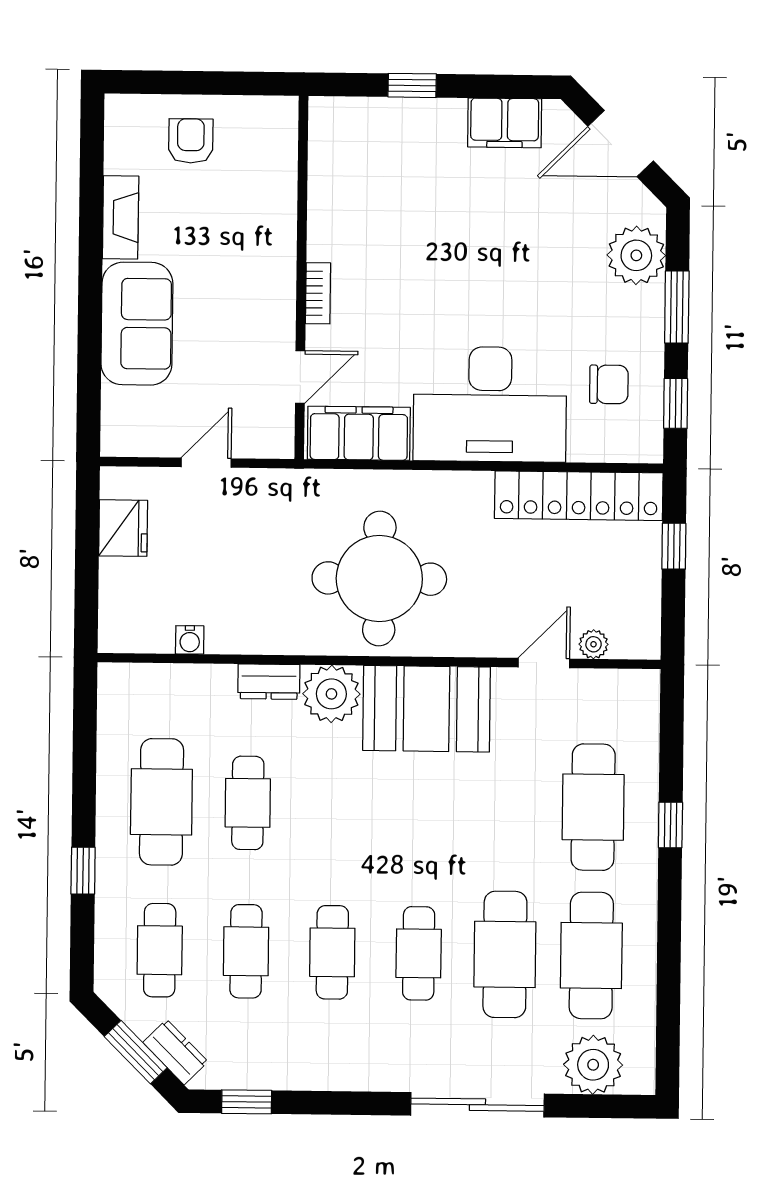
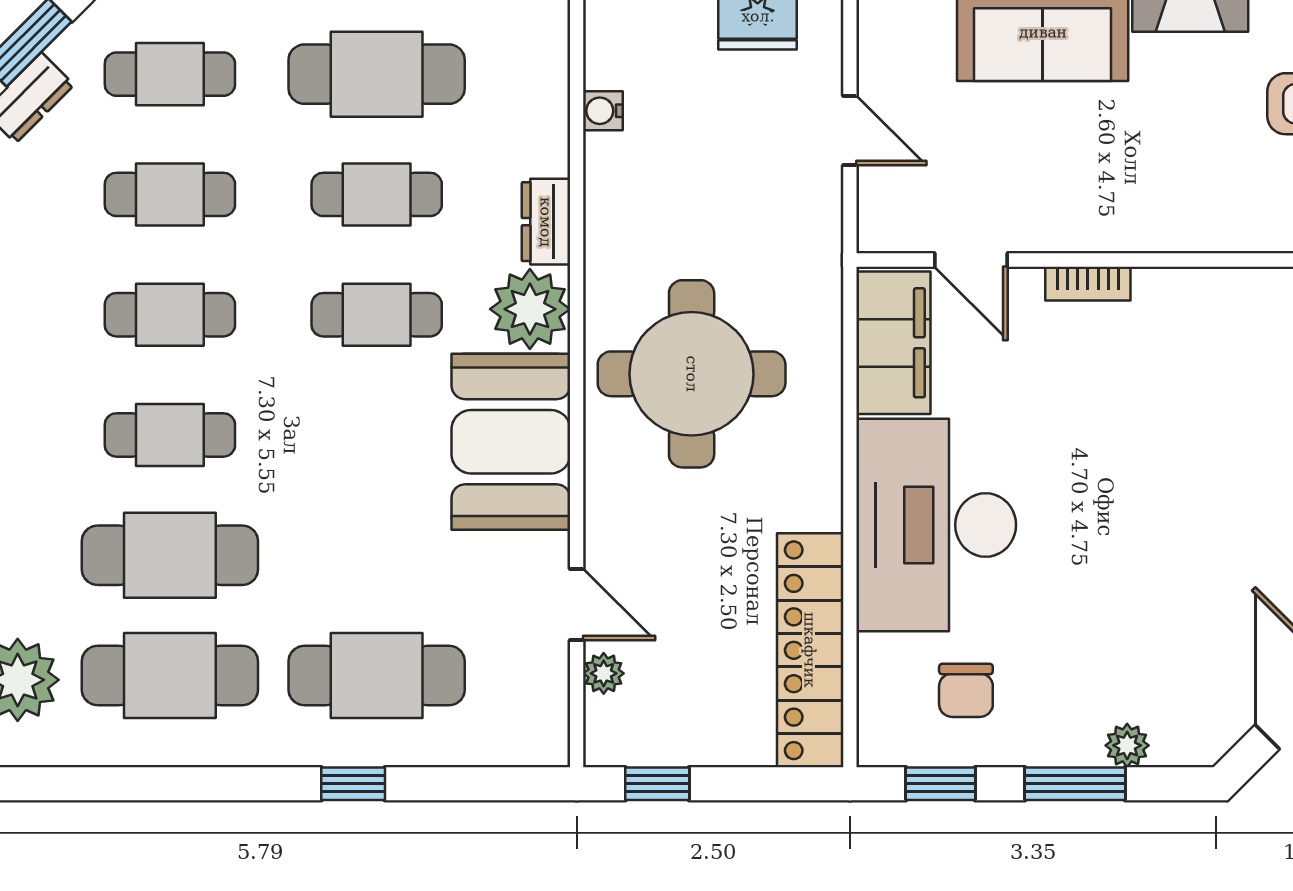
plant: (636, 255) -> (1127, 745), width x0.53, depth x0.53
window: (674, 546) -> (657, 784), moved
cafe table: (334, 804) -> (377, 315), added

